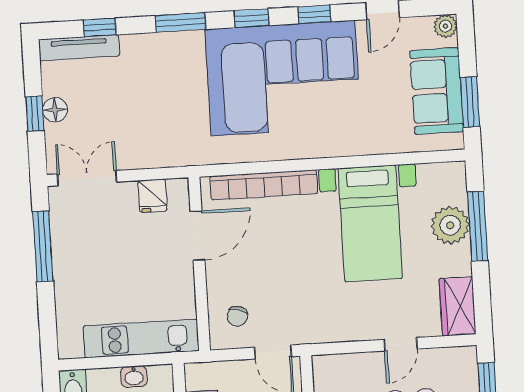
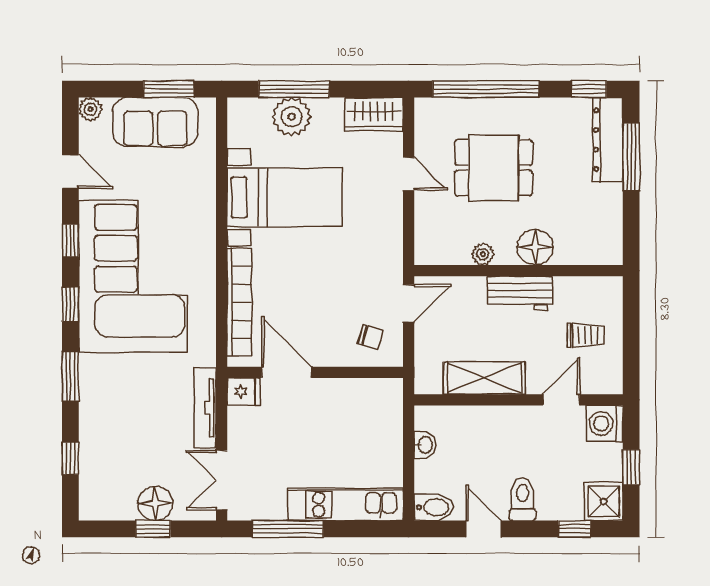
tv unit: (79, 48) -> (205, 408), moved, turned 180
floor lamp: (55, 110) -> (155, 504), width x1.38, depth x1.38
fridge: (153, 196) -> (243, 391), moved
kitchen unit: (141, 338) -> (345, 504), moved, turned 90

